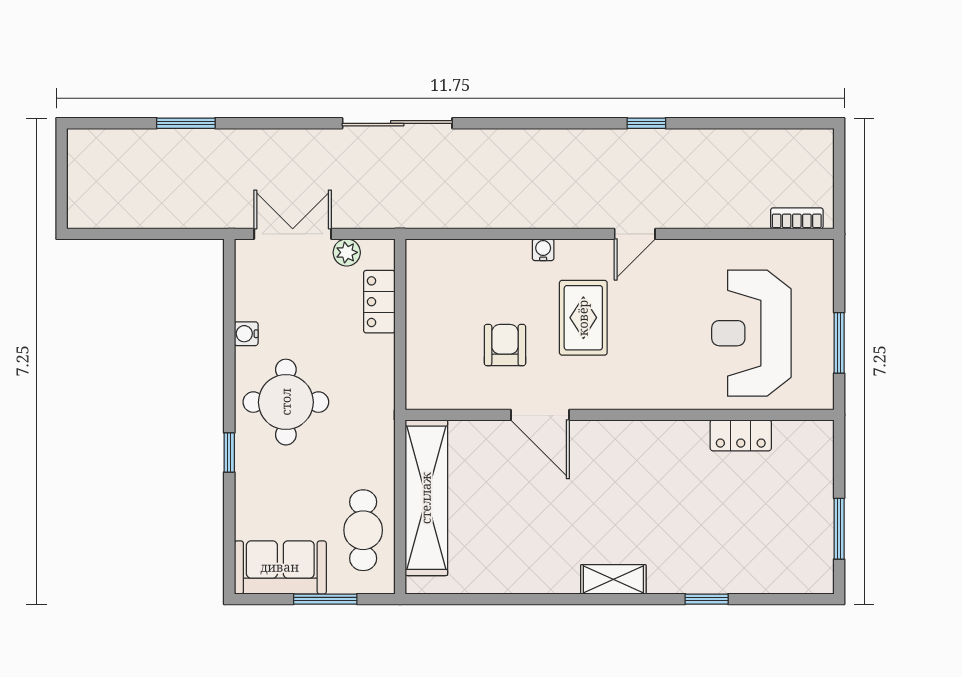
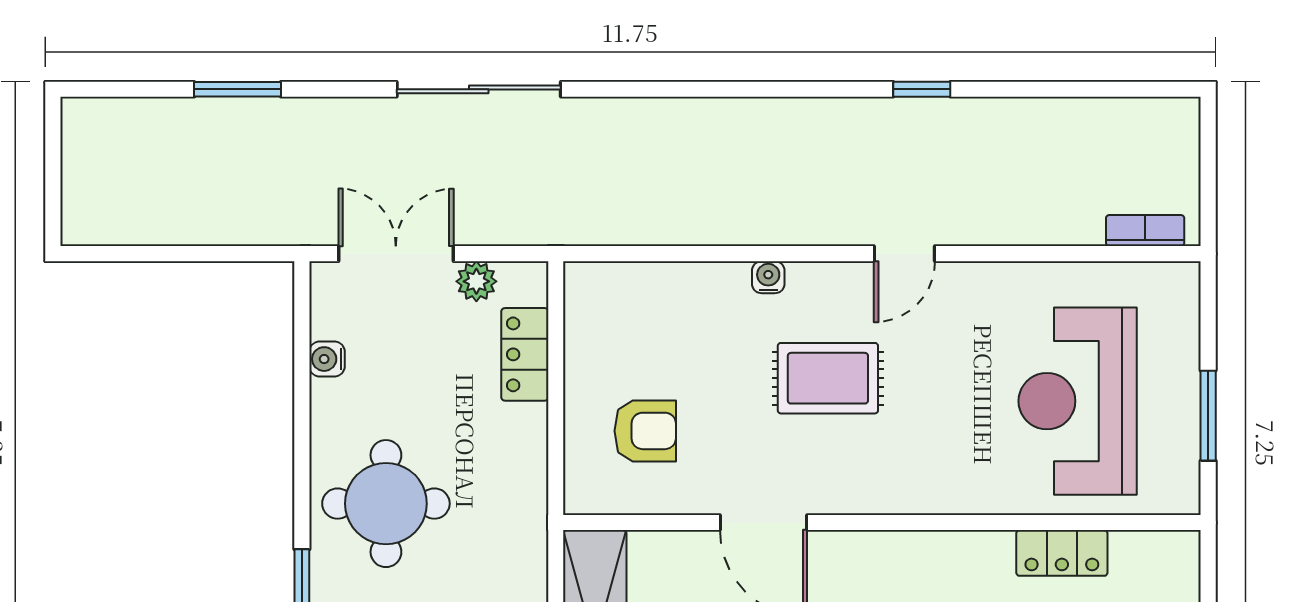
sliding door: (397, 123) -> (479, 89), moved
rug: (583, 318) -> (828, 378), turned 90
water cooler: (246, 334) -> (327, 359), moved
armchair: (505, 345) -> (645, 431), moved, turned 90

